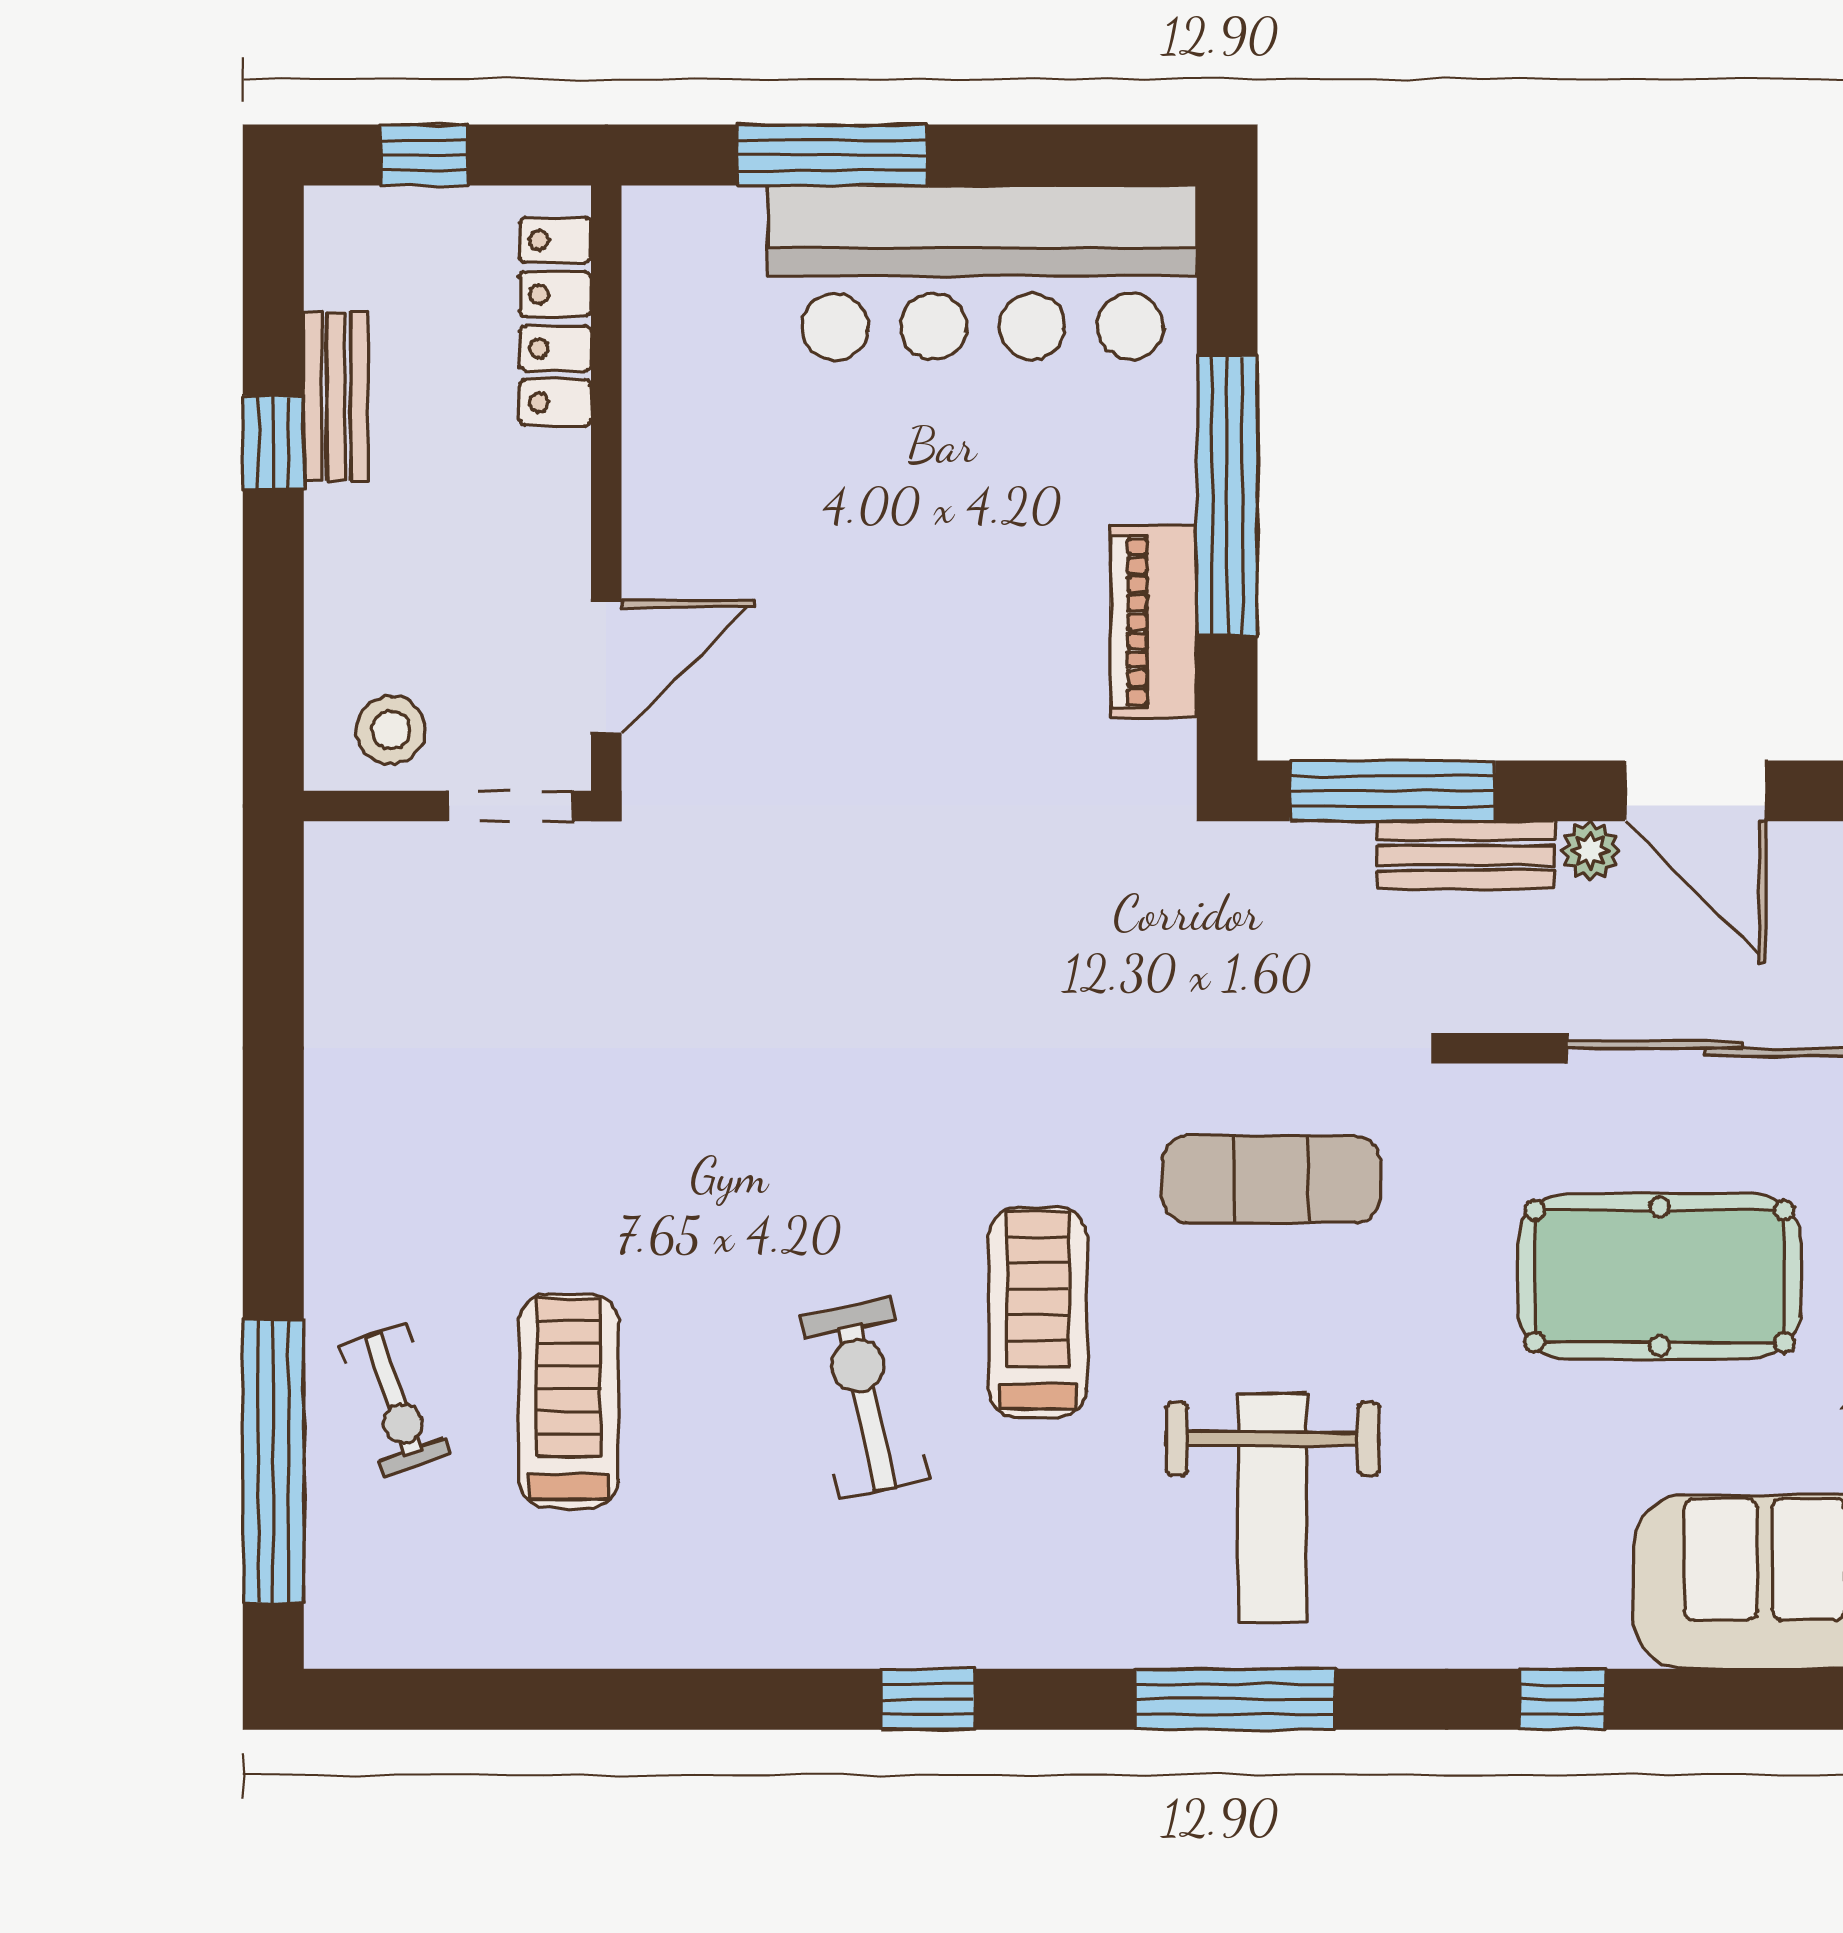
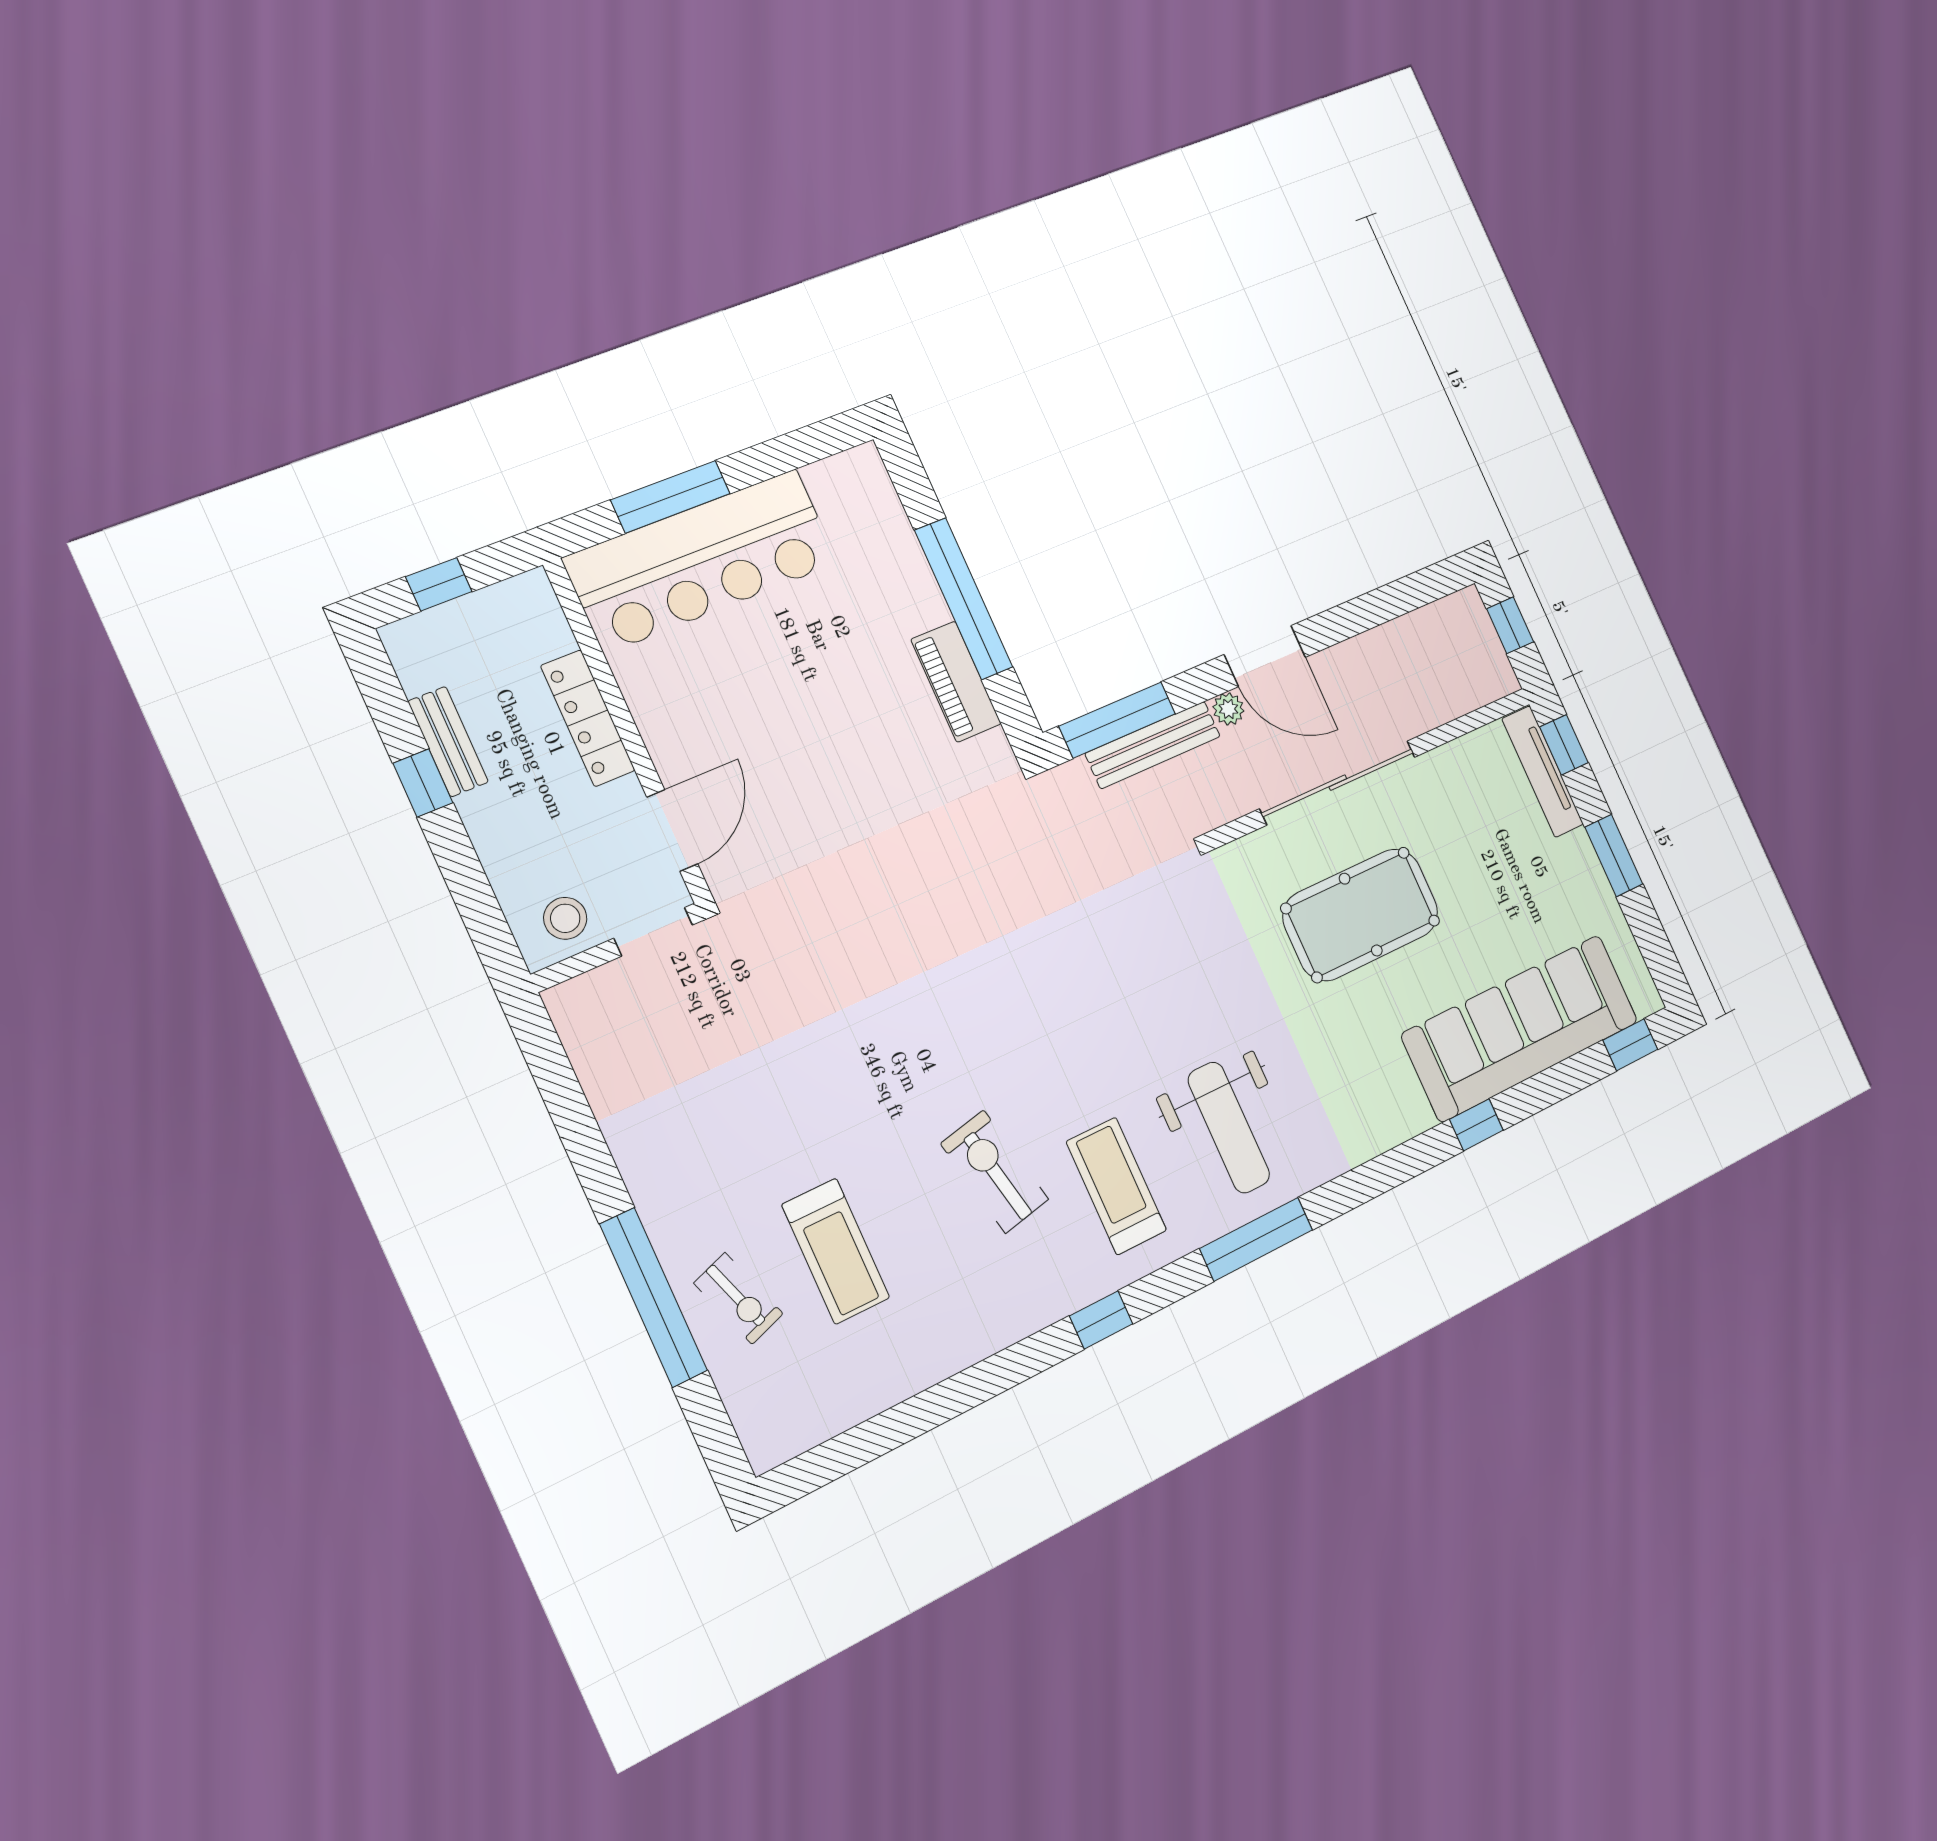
bar counter: (983, 273) -> (701, 561), moved
locker: (555, 321) -> (588, 718), moved
bench: (1466, 855) -> (1153, 745), width x1.36
exercise mat: (1271, 1179) -> (1150, 953), removed
treadmill: (1038, 1312) -> (1116, 1186), moved
treadmill: (569, 1401) -> (836, 1251), turned 180
window: (273, 1462) -> (653, 1297), moved
window: (1562, 1699) -> (1476, 1125), moved

